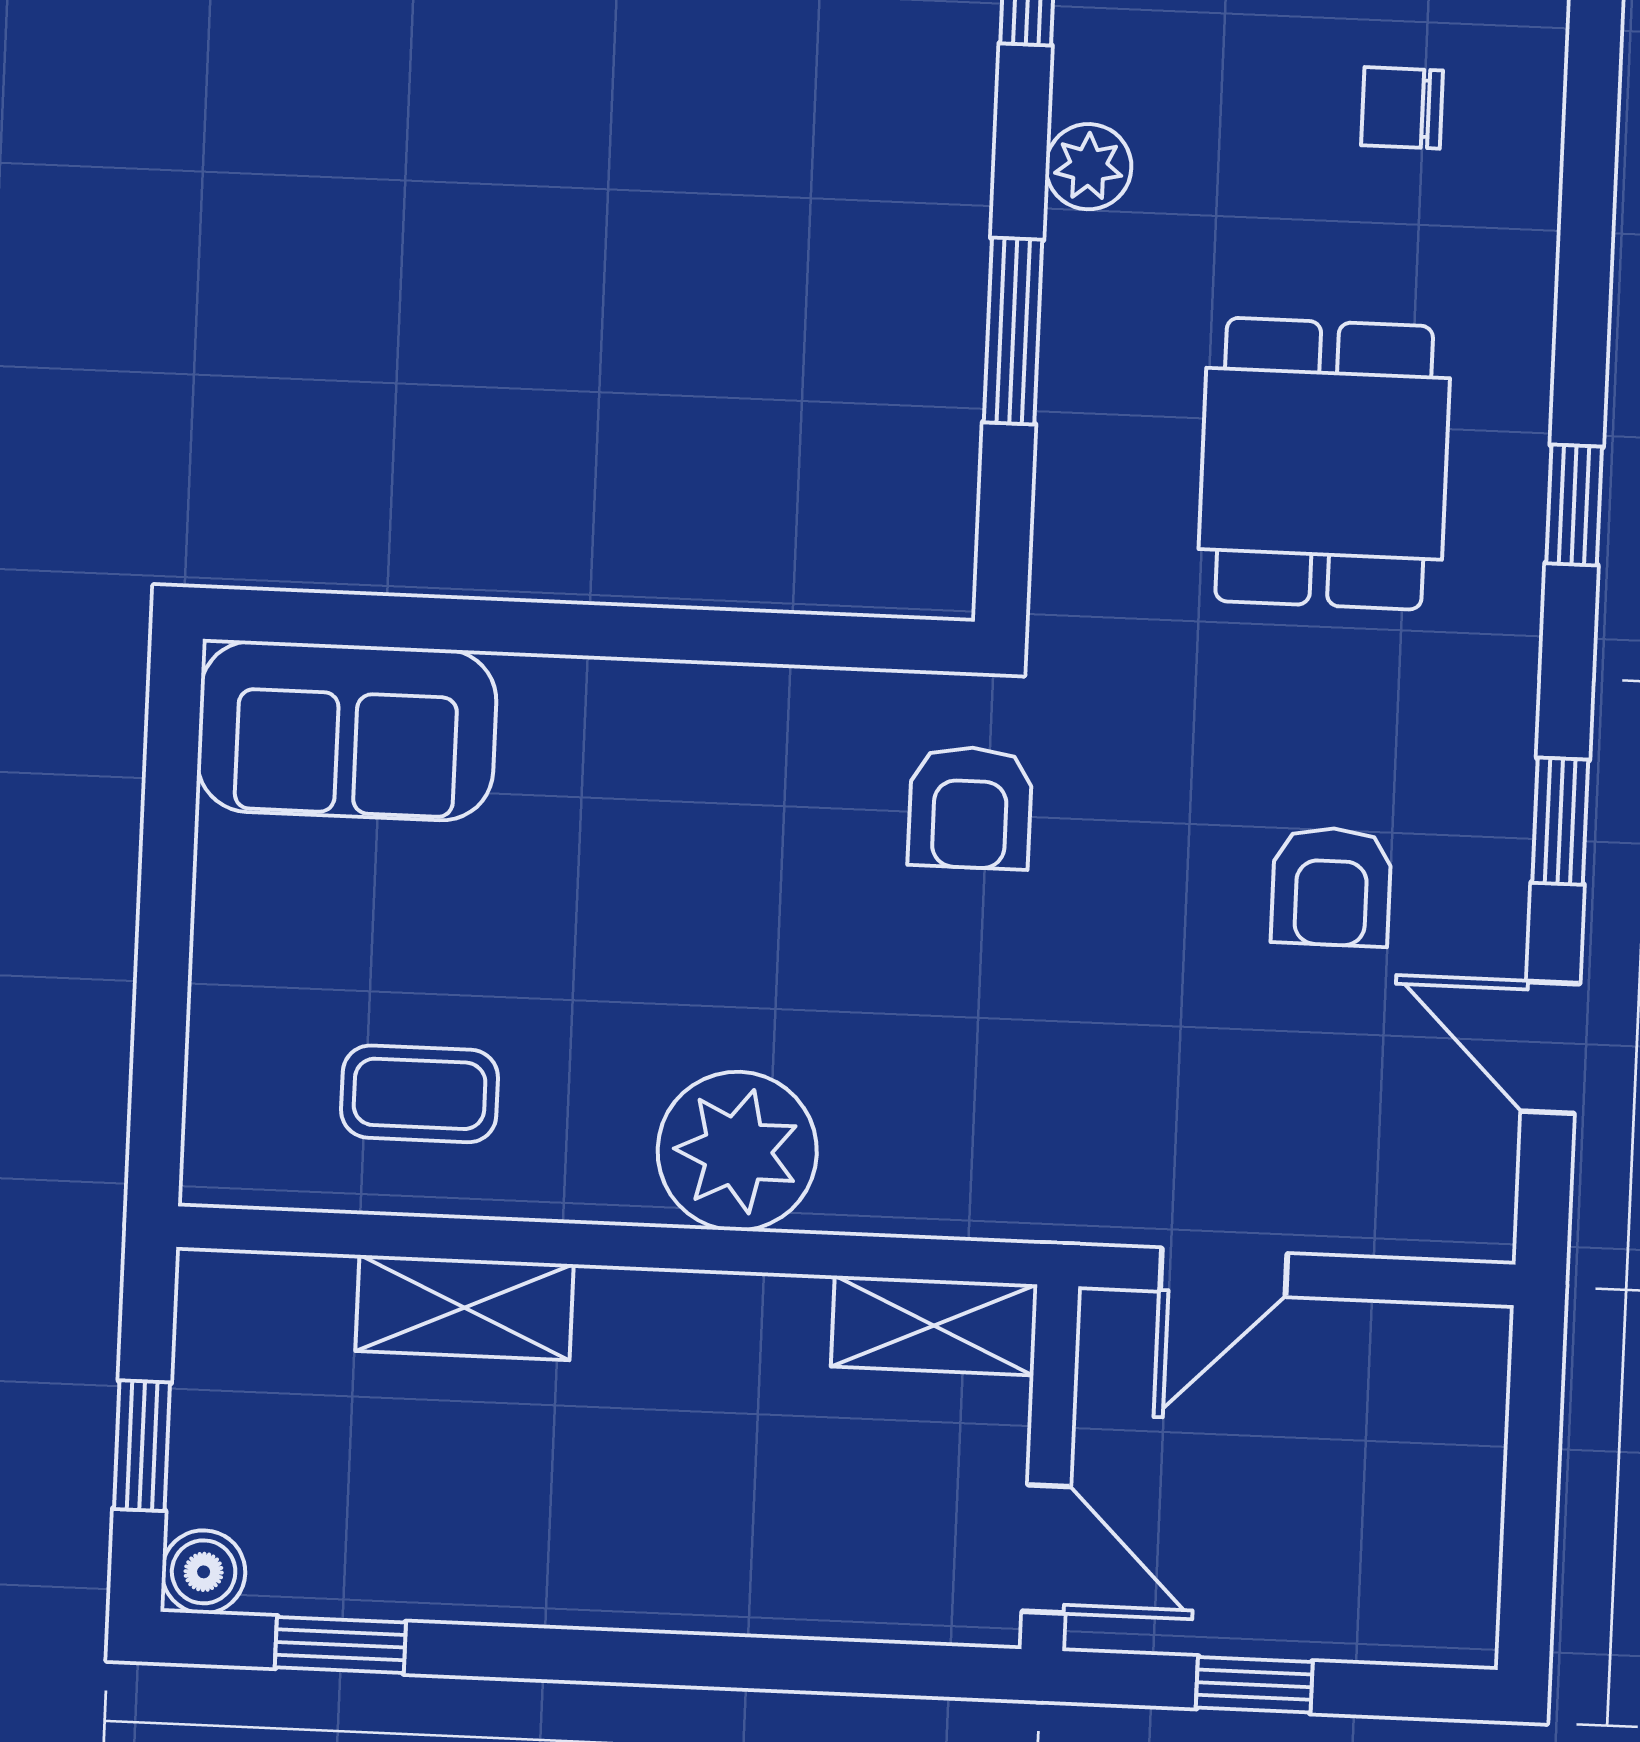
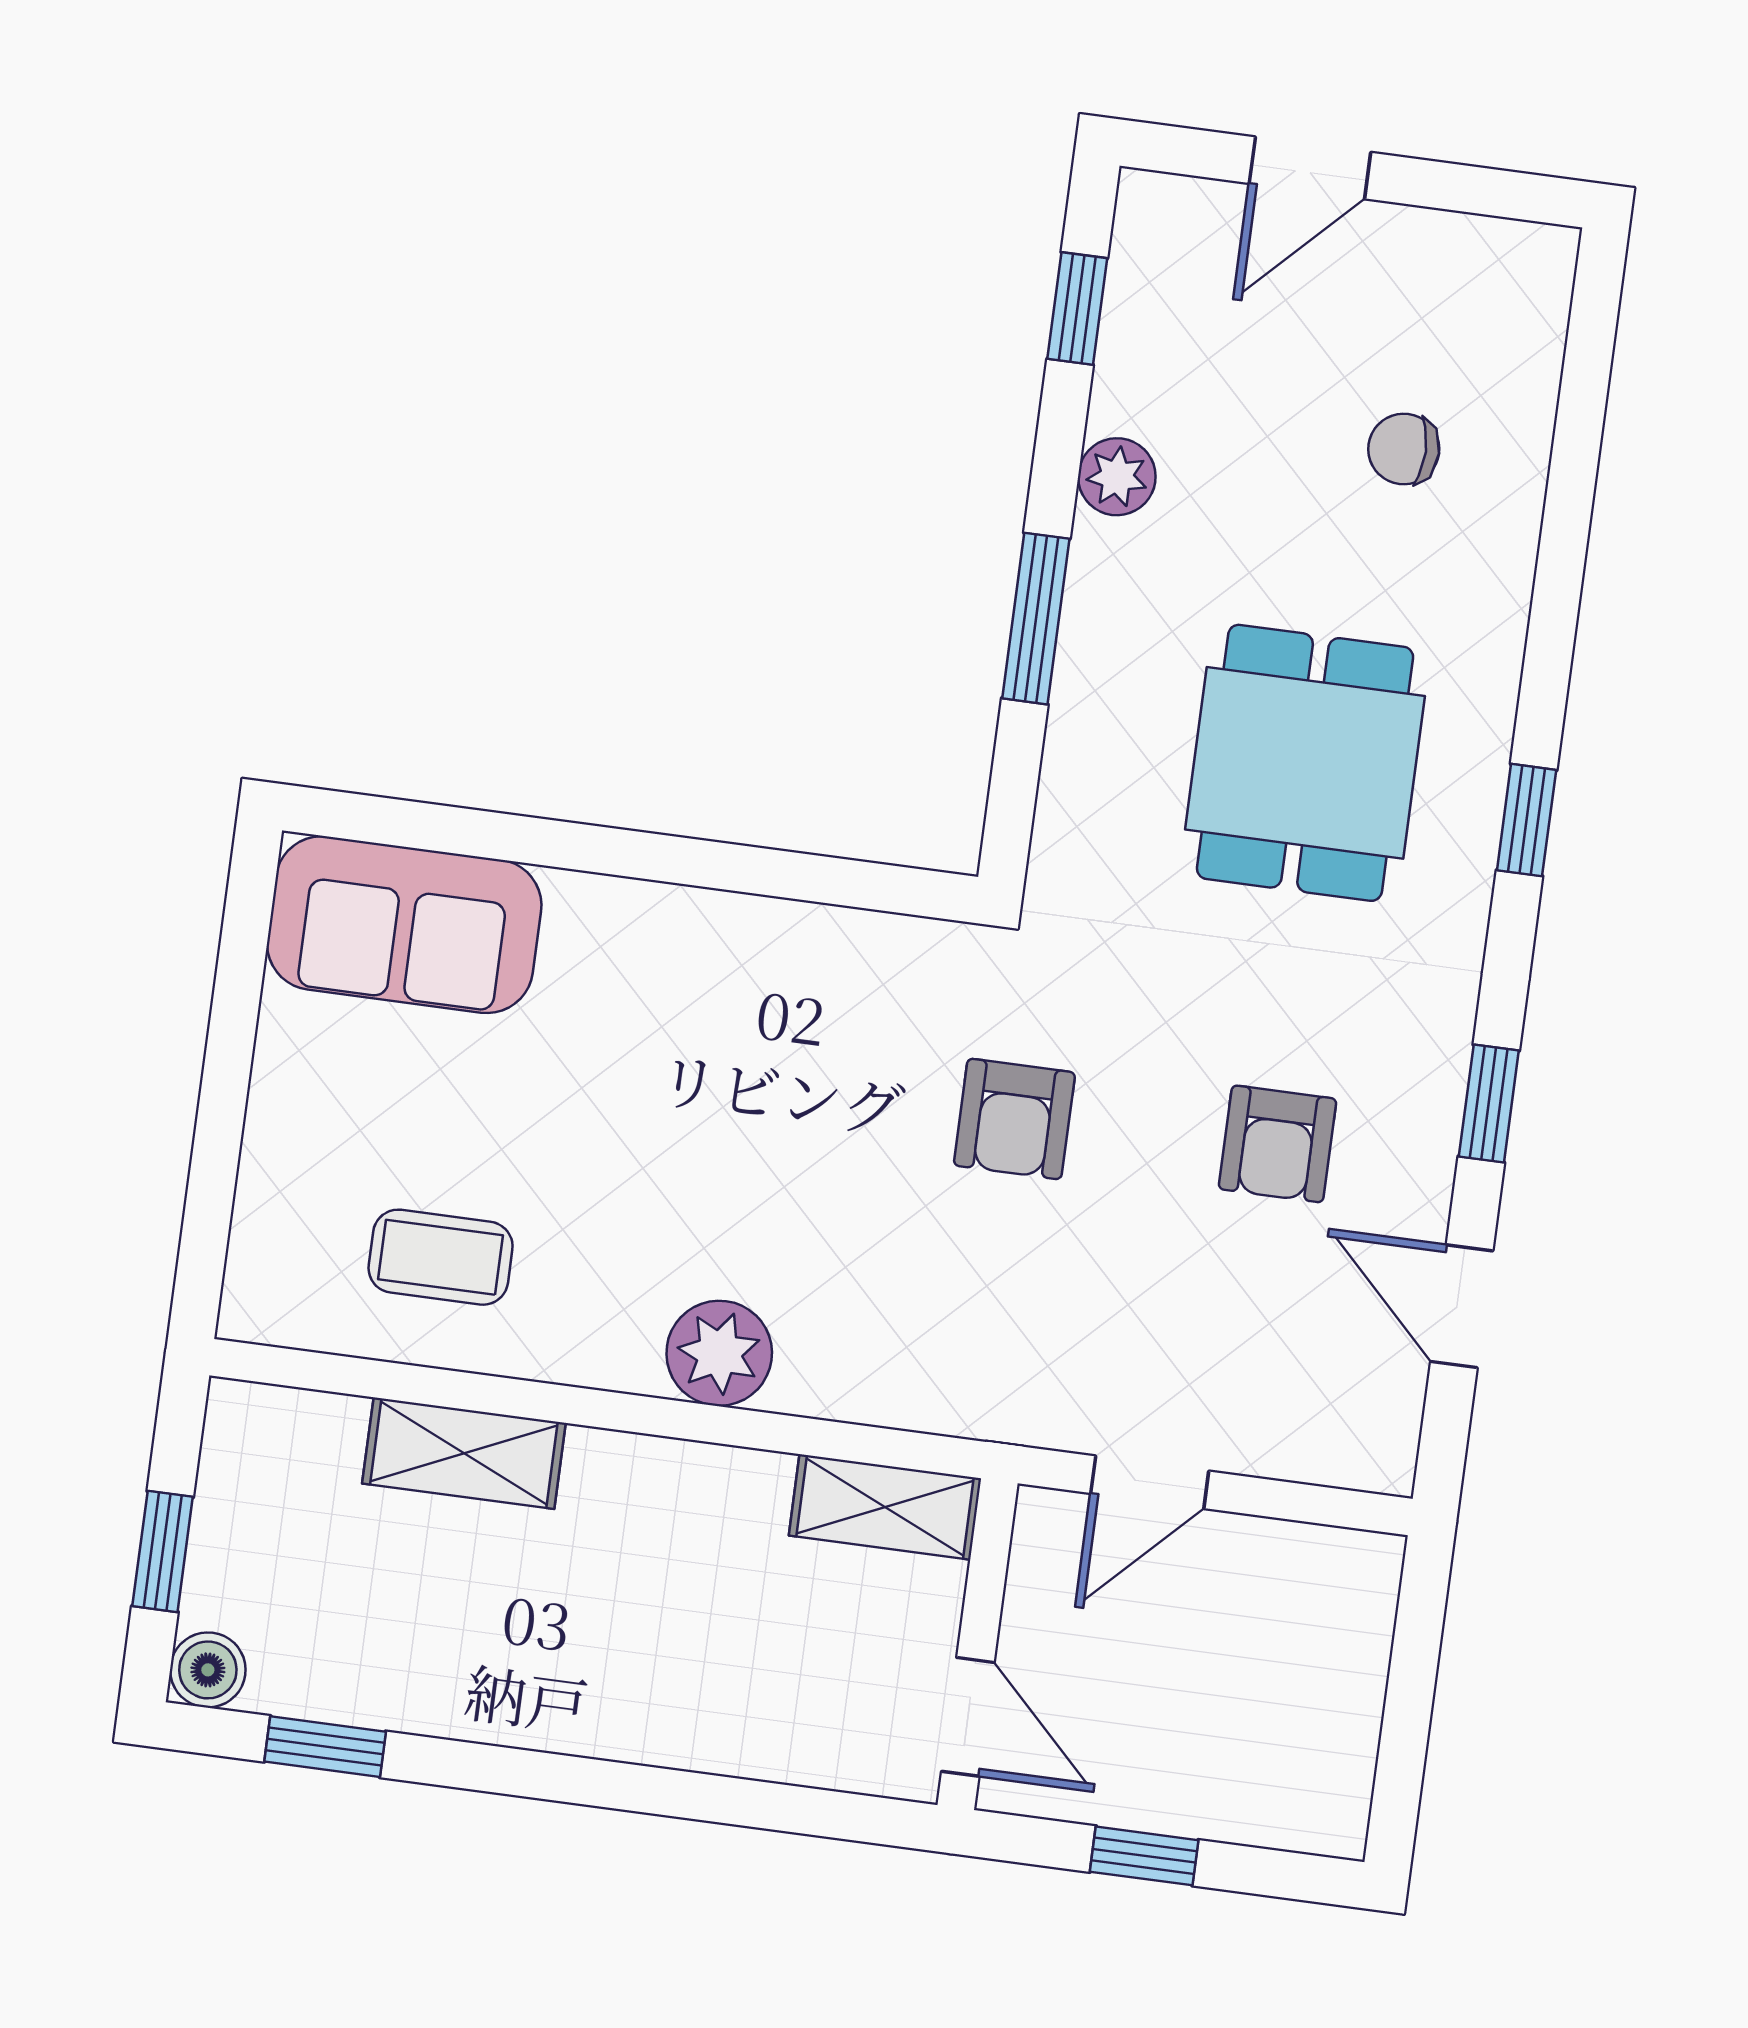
armchair: (970, 807) -> (1014, 1119), moved
plant: (737, 1151) -> (719, 1353), width x0.73, depth x0.73

